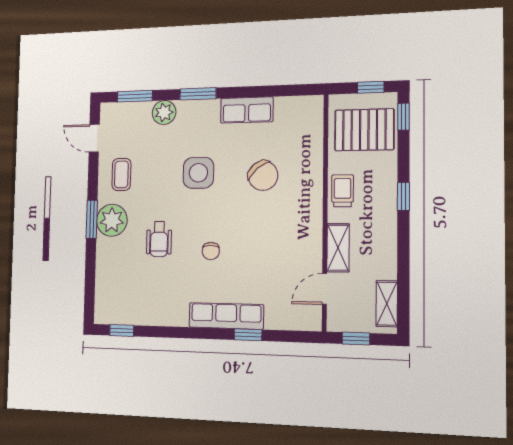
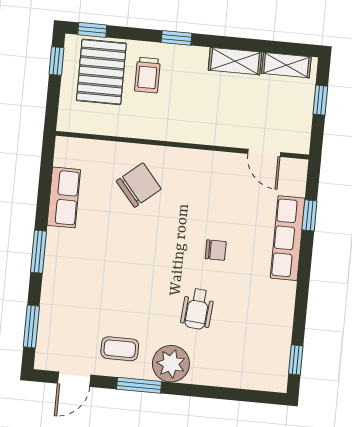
plant: (164, 112) -> (55, 293), removed
side table: (198, 173) -> (128, 258), removed
trolley: (343, 191) -> (147, 75), moved, turned -90
wall: (325, 212) -> (182, 145), moved
window: (92, 219) -> (139, 385), moved
wheelchair: (159, 239) -> (197, 309), turned 95
shelving: (338, 248) -> (235, 61), moved
door: (325, 289) -> (264, 153), moved

